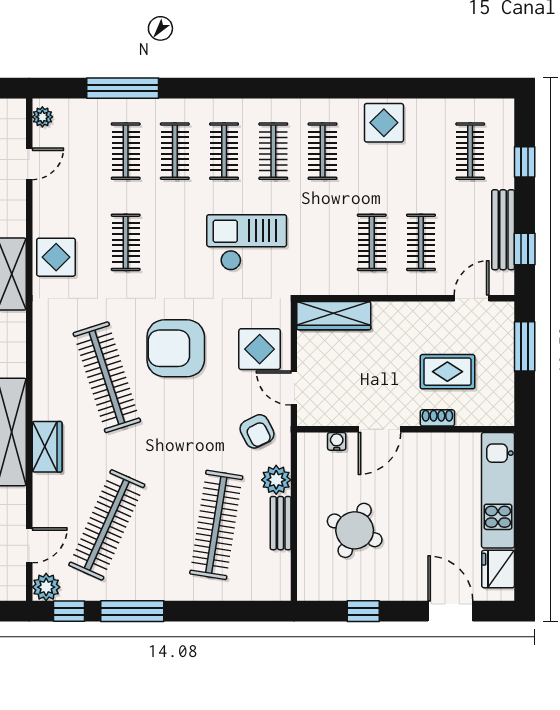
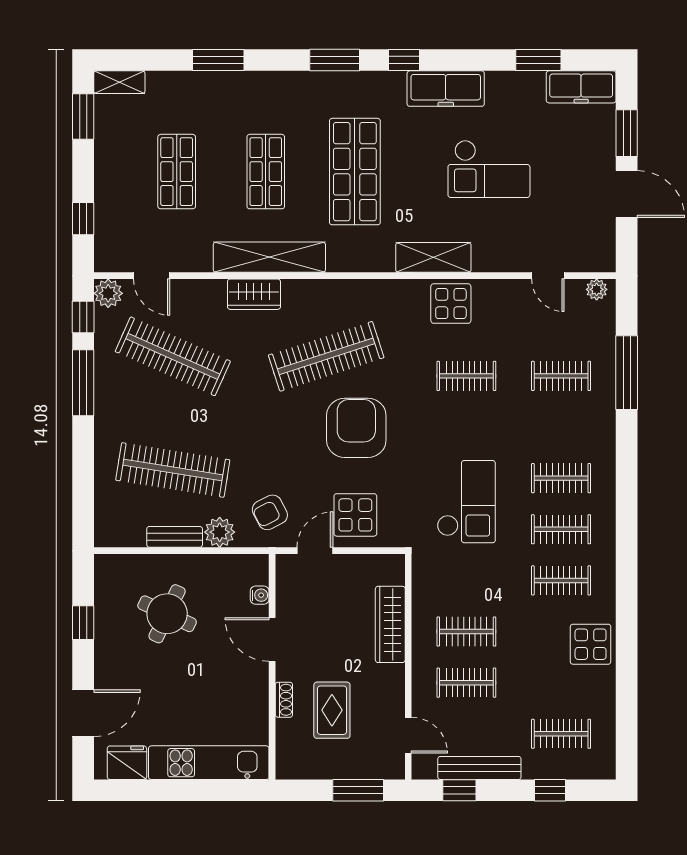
clothes rail: (175, 151) -> (561, 427), removed
wardrobe: (334, 316) -> (390, 624), moved

